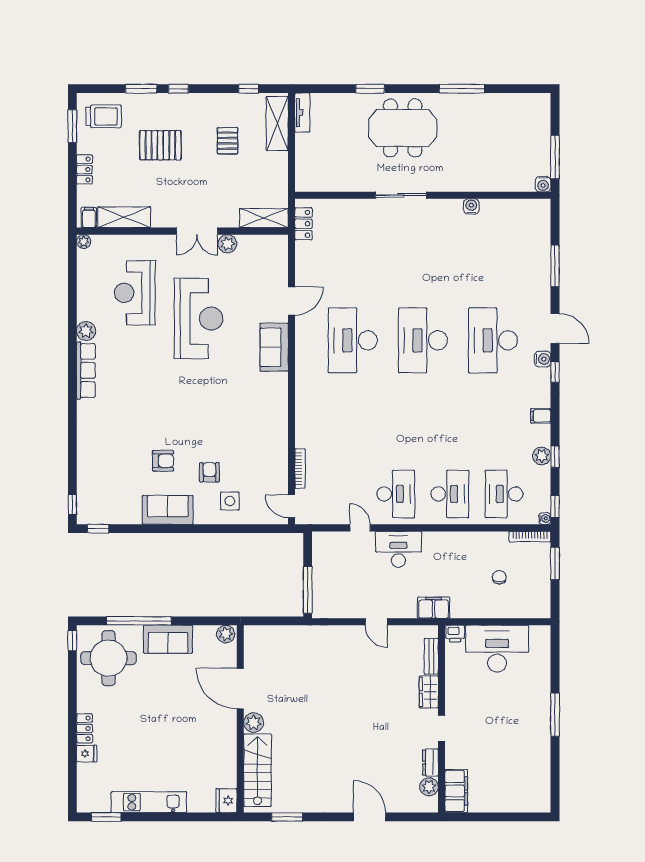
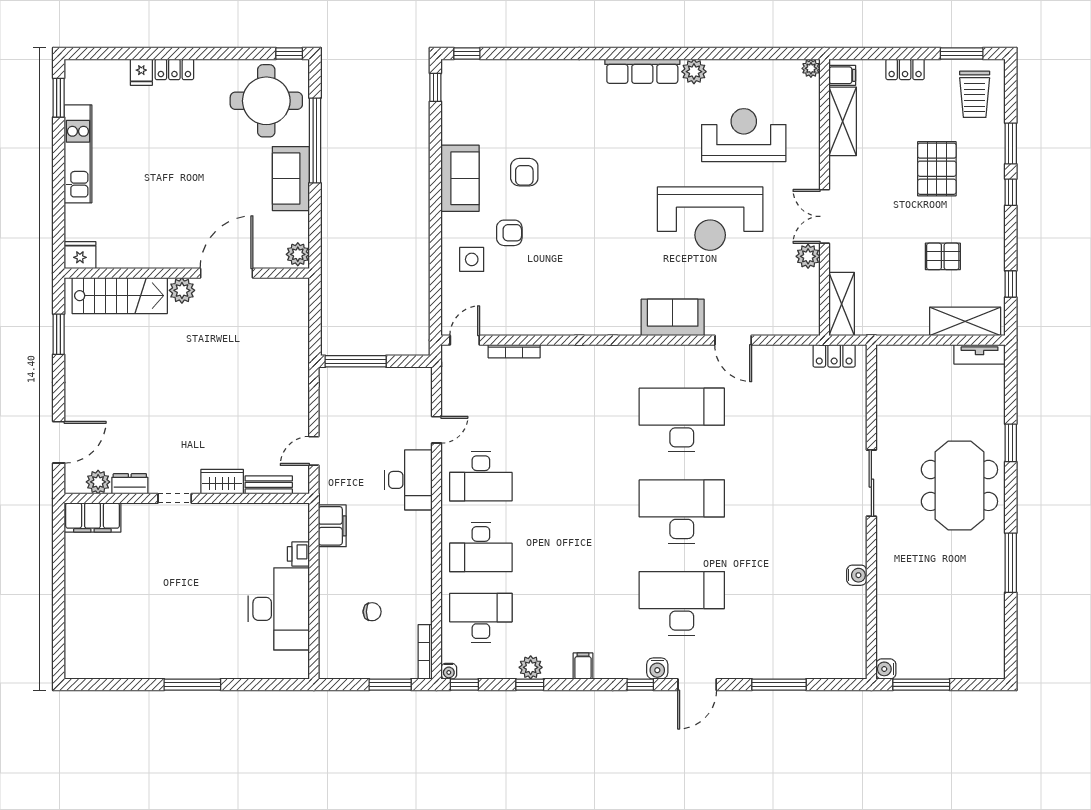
bench: (431, 656) -> (269, 485), moved
wardrobe: (429, 692) -> (222, 482), moved
wall: (442, 719) -> (187, 498), moved
doorway: (442, 728) -> (175, 498), moved
dresser: (430, 762) -> (130, 484), moved
plant: (429, 787) -> (98, 482), moved
filing cabinet: (456, 791) -> (92, 518), moved

